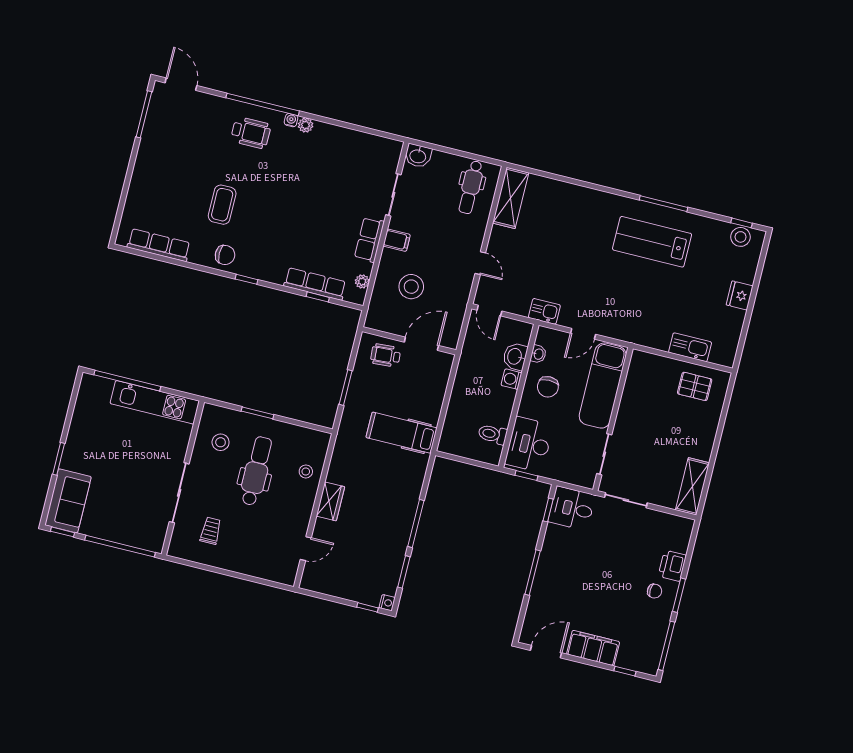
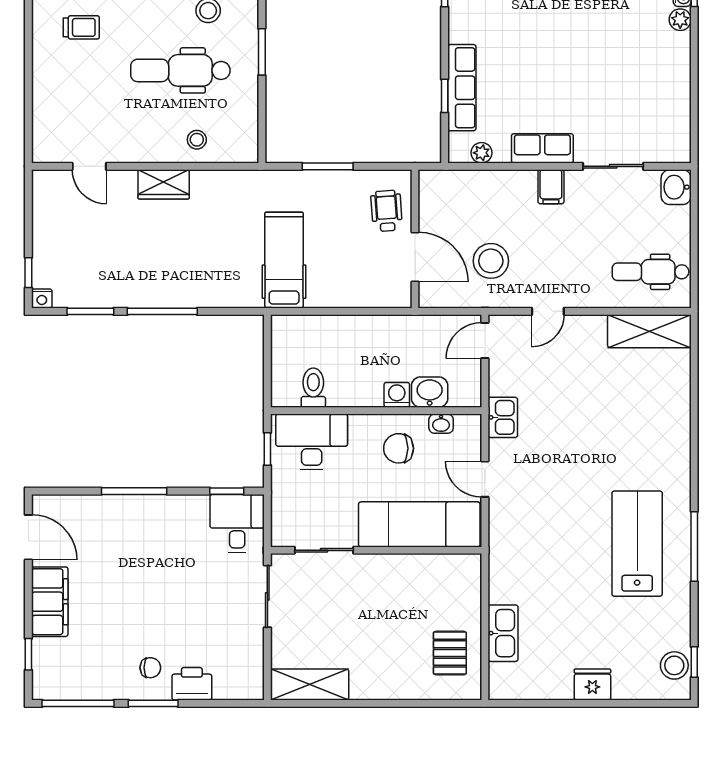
stool: (411, 287) -> (491, 261), moved
dental chair: (256, 471) -> (180, 70), turned 180
chair: (654, 591) -> (150, 668), turned -93

